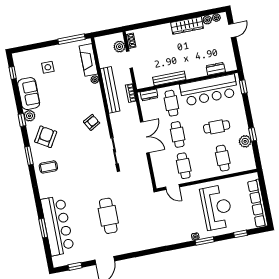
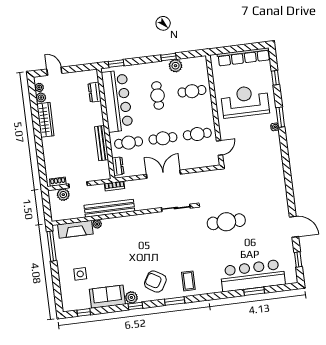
armchair: (92, 122) -> (143, 231), removed
cafe table: (108, 216) -> (226, 222), moved

